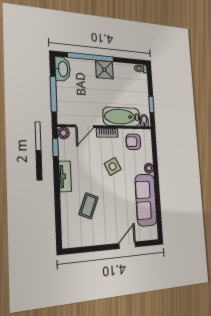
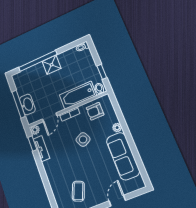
washbasin: (63, 69) -> (27, 104), moved
tv unit: (65, 176) -> (41, 149), moved
coffee table: (89, 206) -> (78, 191), moved

